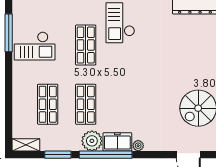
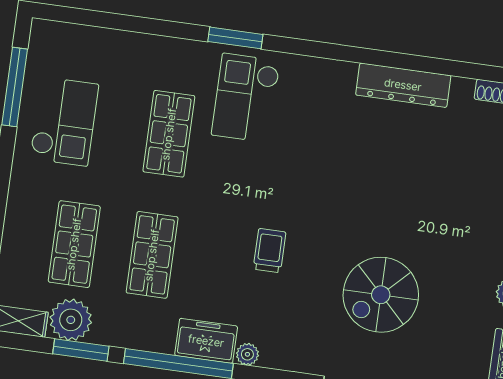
checkout: (35, 46) -> (64, 121), turned -90
trolley: (142, 94) -> (270, 251), added
plant: (92, 141) -> (71, 320), moved

